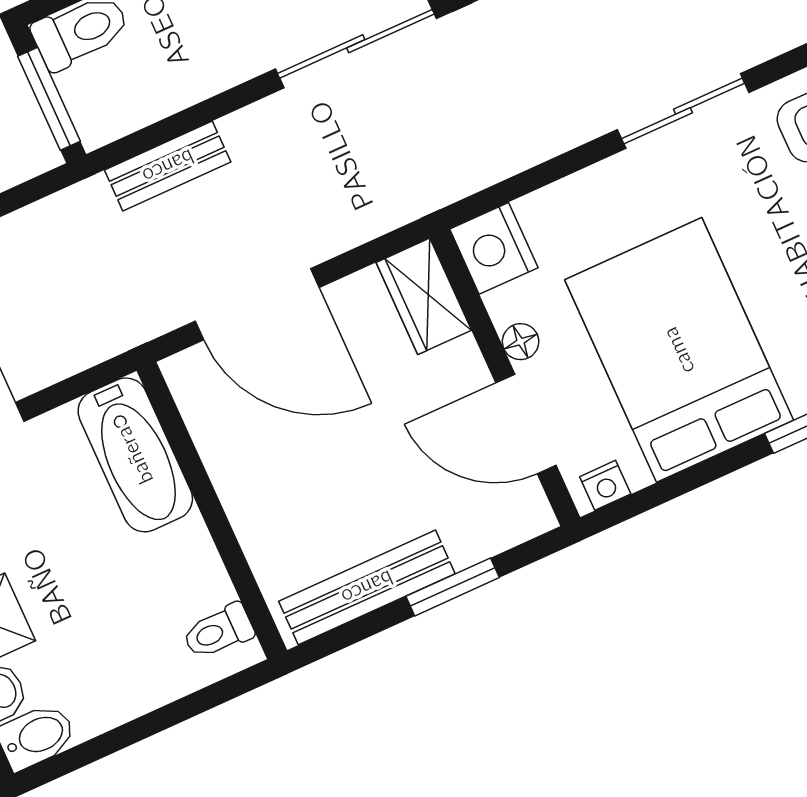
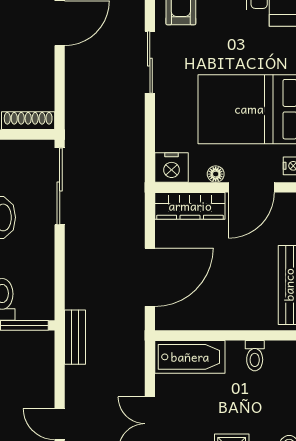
bench: (168, 166) -> (75, 337), moved
wardrobe: (424, 296) -> (190, 206), width x1.50
toilet: (218, 631) -> (255, 356), moved

